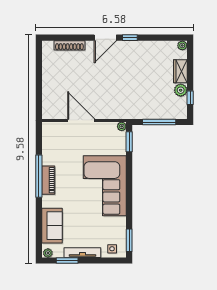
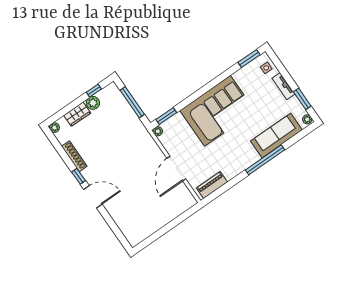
shoe rack: (69, 45) -> (74, 156), moved
window: (39, 176) -> (265, 160), moved
piano: (48, 180) -> (212, 185), moved
sofa: (52, 226) -> (276, 136), width x1.36
tv unit: (82, 253) -> (284, 86), width x0.71

